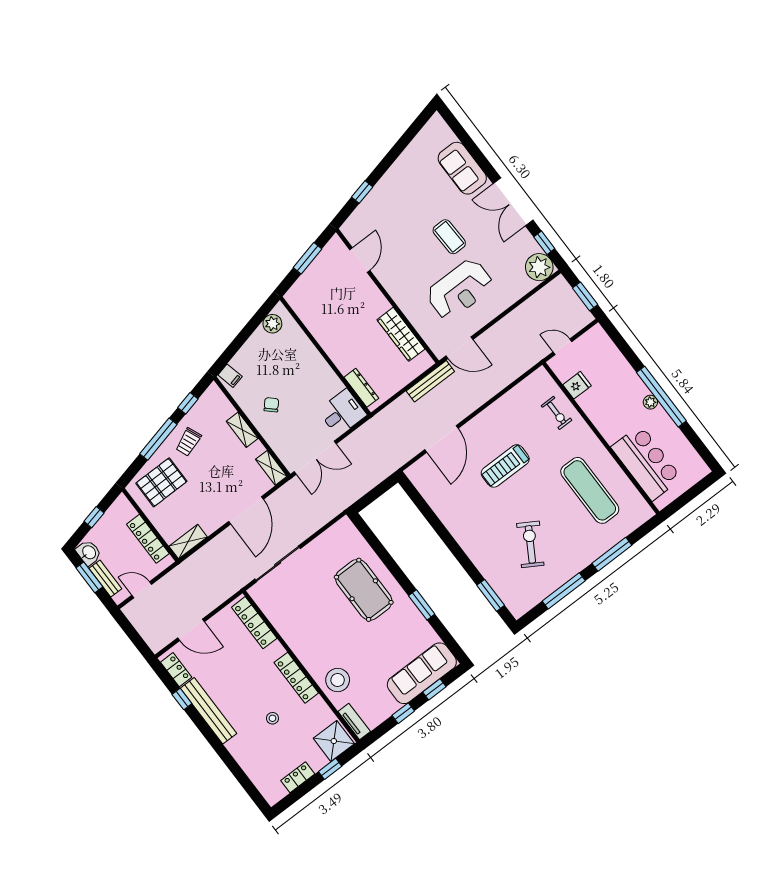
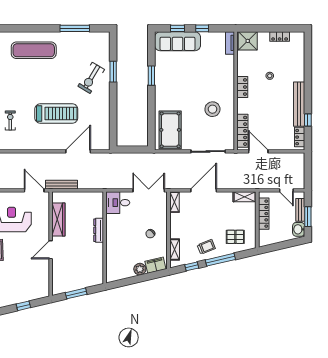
door: (360, 260) -> (51, 250), moved
plant: (272, 324) -> (140, 269), moved
filing cabinet: (230, 376) -> (155, 265), width x2.00
dresser: (361, 388) -> (99, 230), moved
shelving: (242, 430) -> (175, 250), moved
treadmill: (505, 466) -> (56, 113), width x1.37, depth x1.38
pallet: (161, 482) -> (235, 237), width x0.67, depth x0.71
exercise mat: (590, 490) -> (34, 50), moved, turned 90
window: (94, 517) -> (282, 245), removed
exercise bike: (530, 544) -> (91, 78), moved
window: (612, 554) -> (37, 28), removed
pool table: (364, 590) -> (170, 130), moved
window: (491, 595) -> (113, 72), moved
door: (191, 630) -> (258, 151), moved
locker: (296, 678) -> (242, 87), width x0.66
stool: (338, 680) -> (212, 109), moved
window: (330, 769) -> (260, 28), removed

